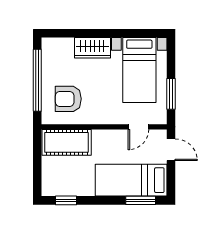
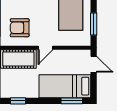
door: (138, 127) -> (46, 48), moved

